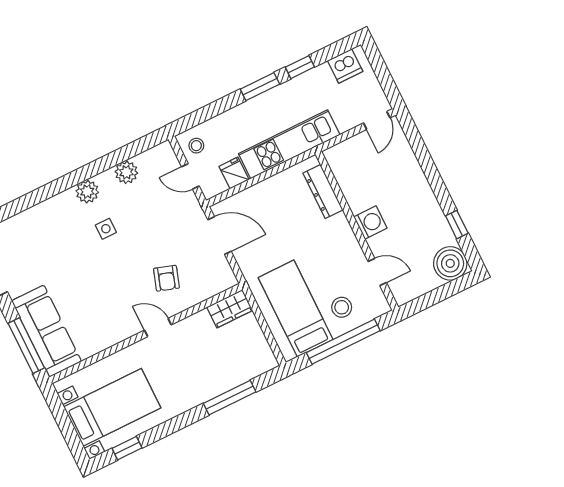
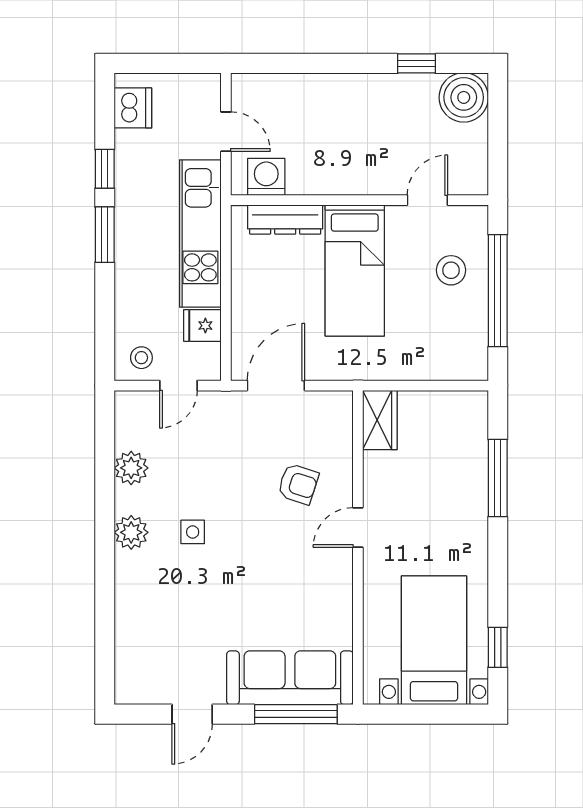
door: (377, 120) -> (226, 132), moved
washing machine: (370, 222) -> (266, 177), moved
bed: (296, 309) -> (355, 270), moved, turned -90

